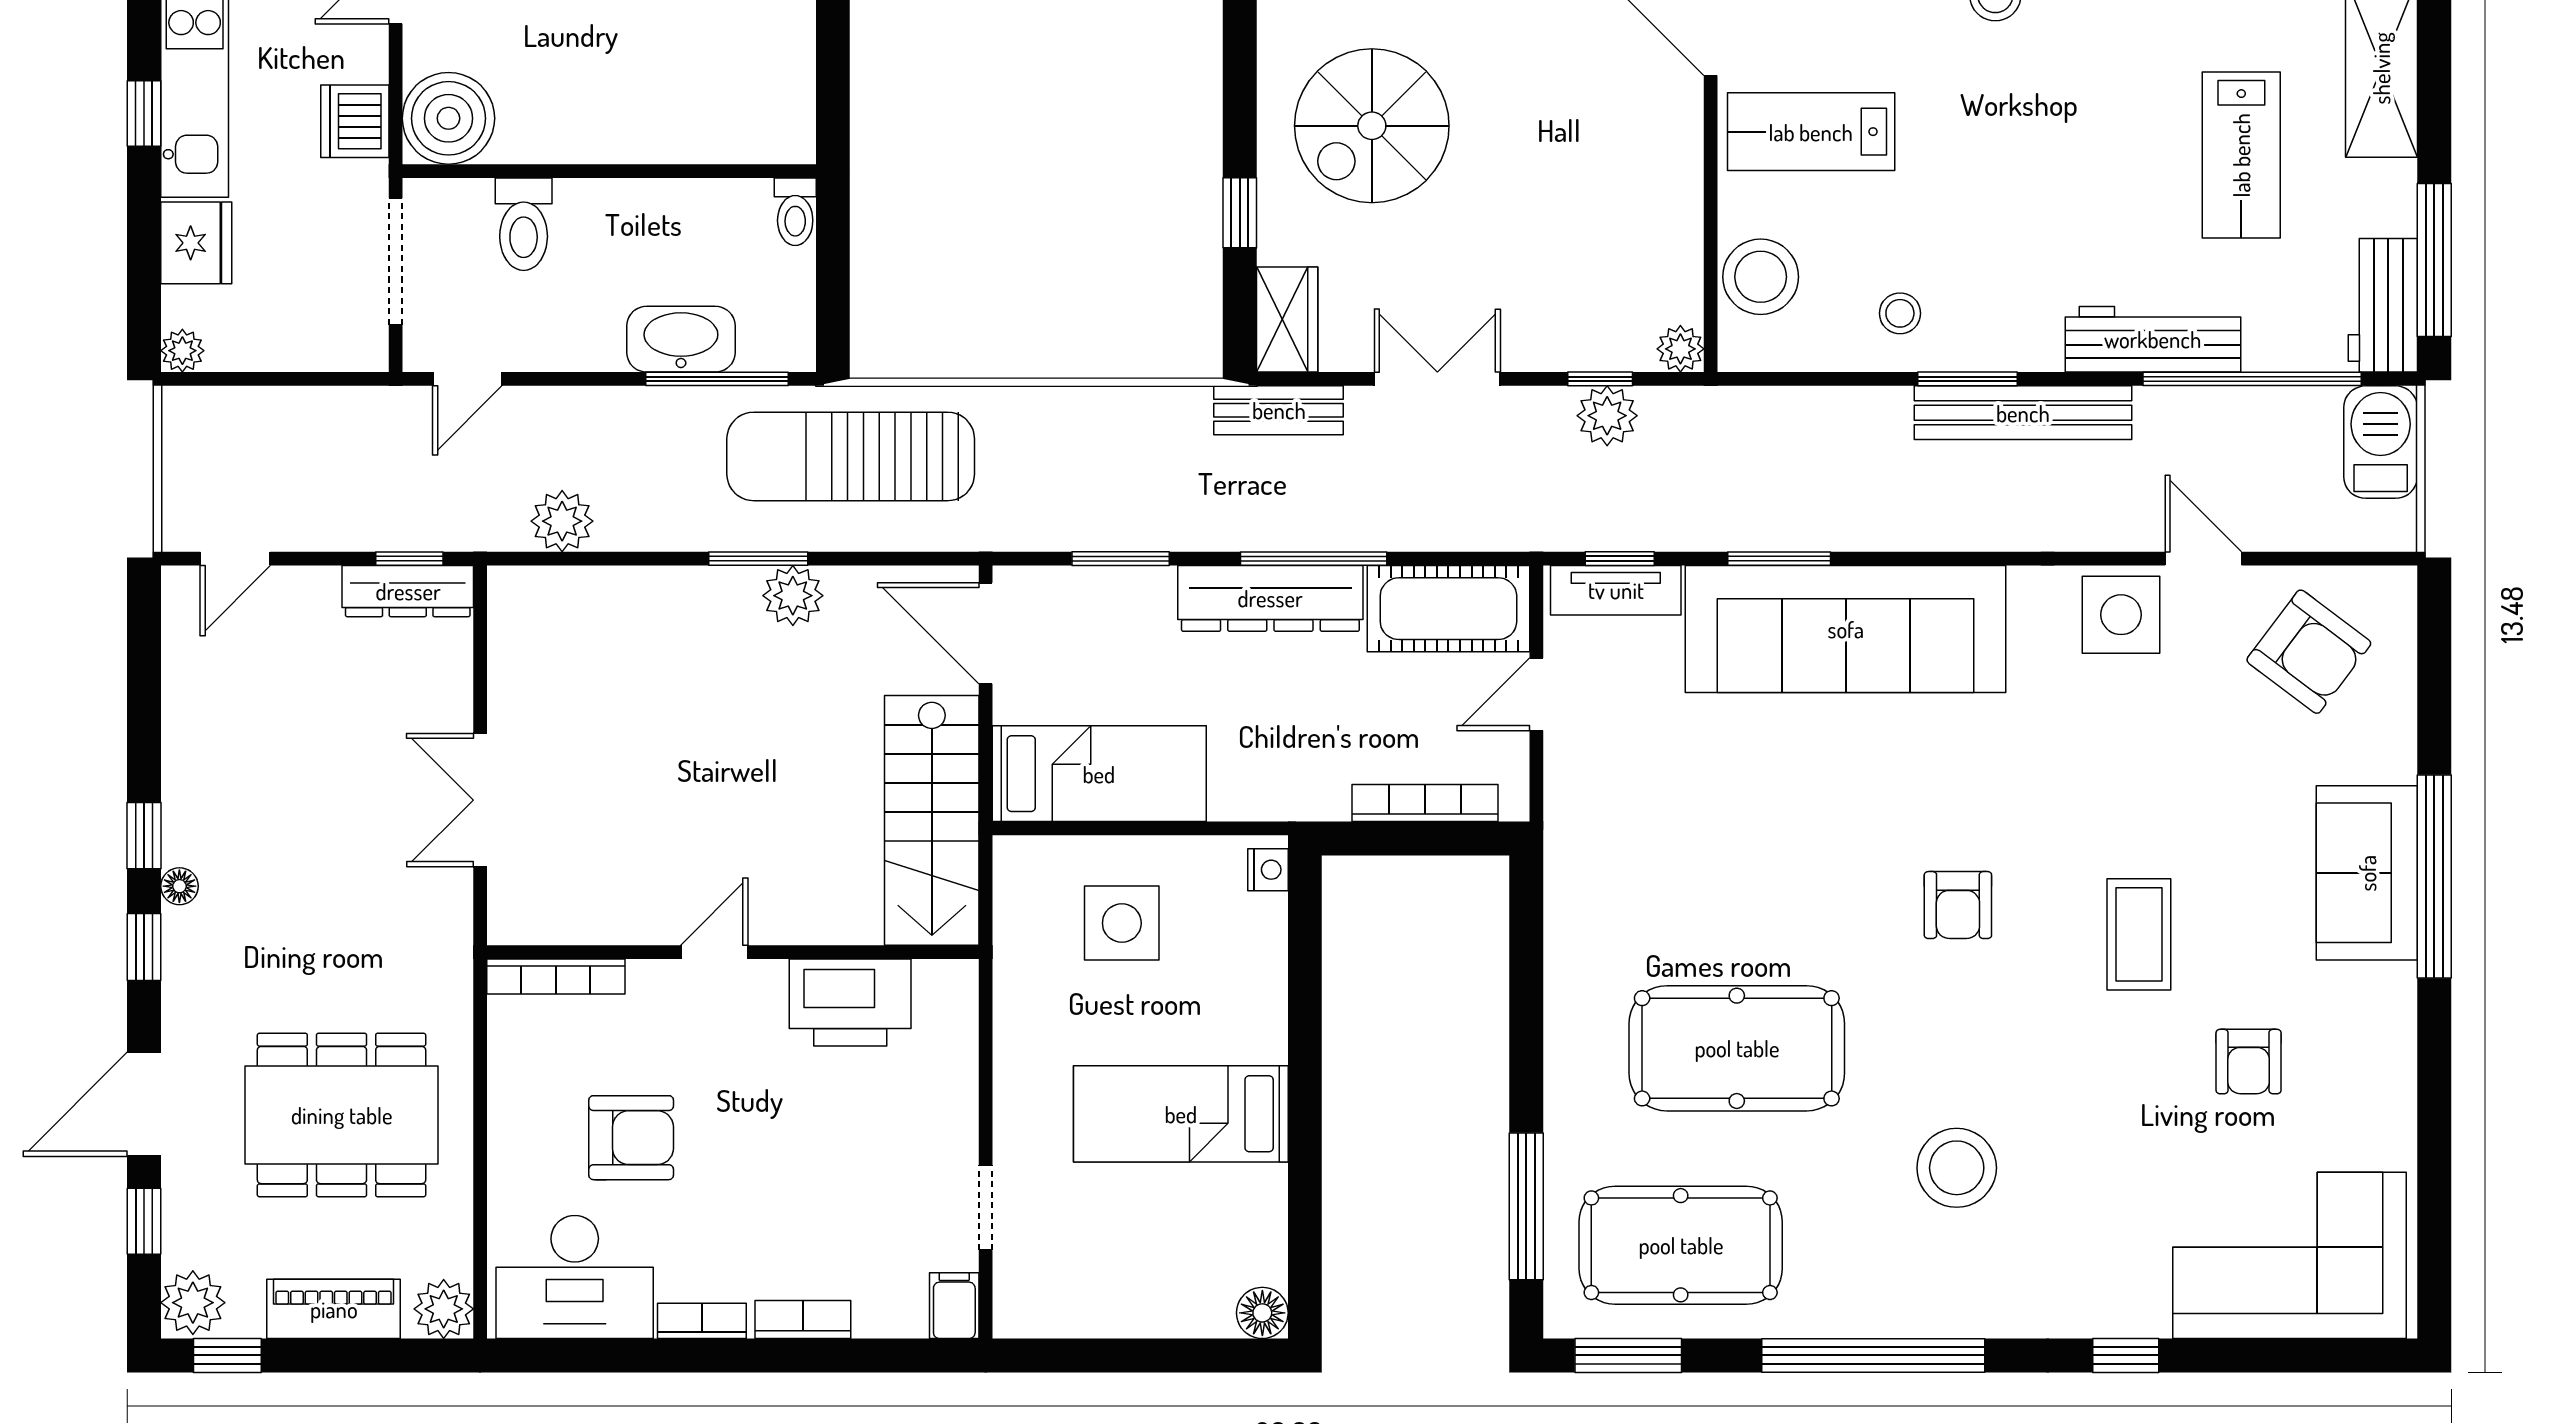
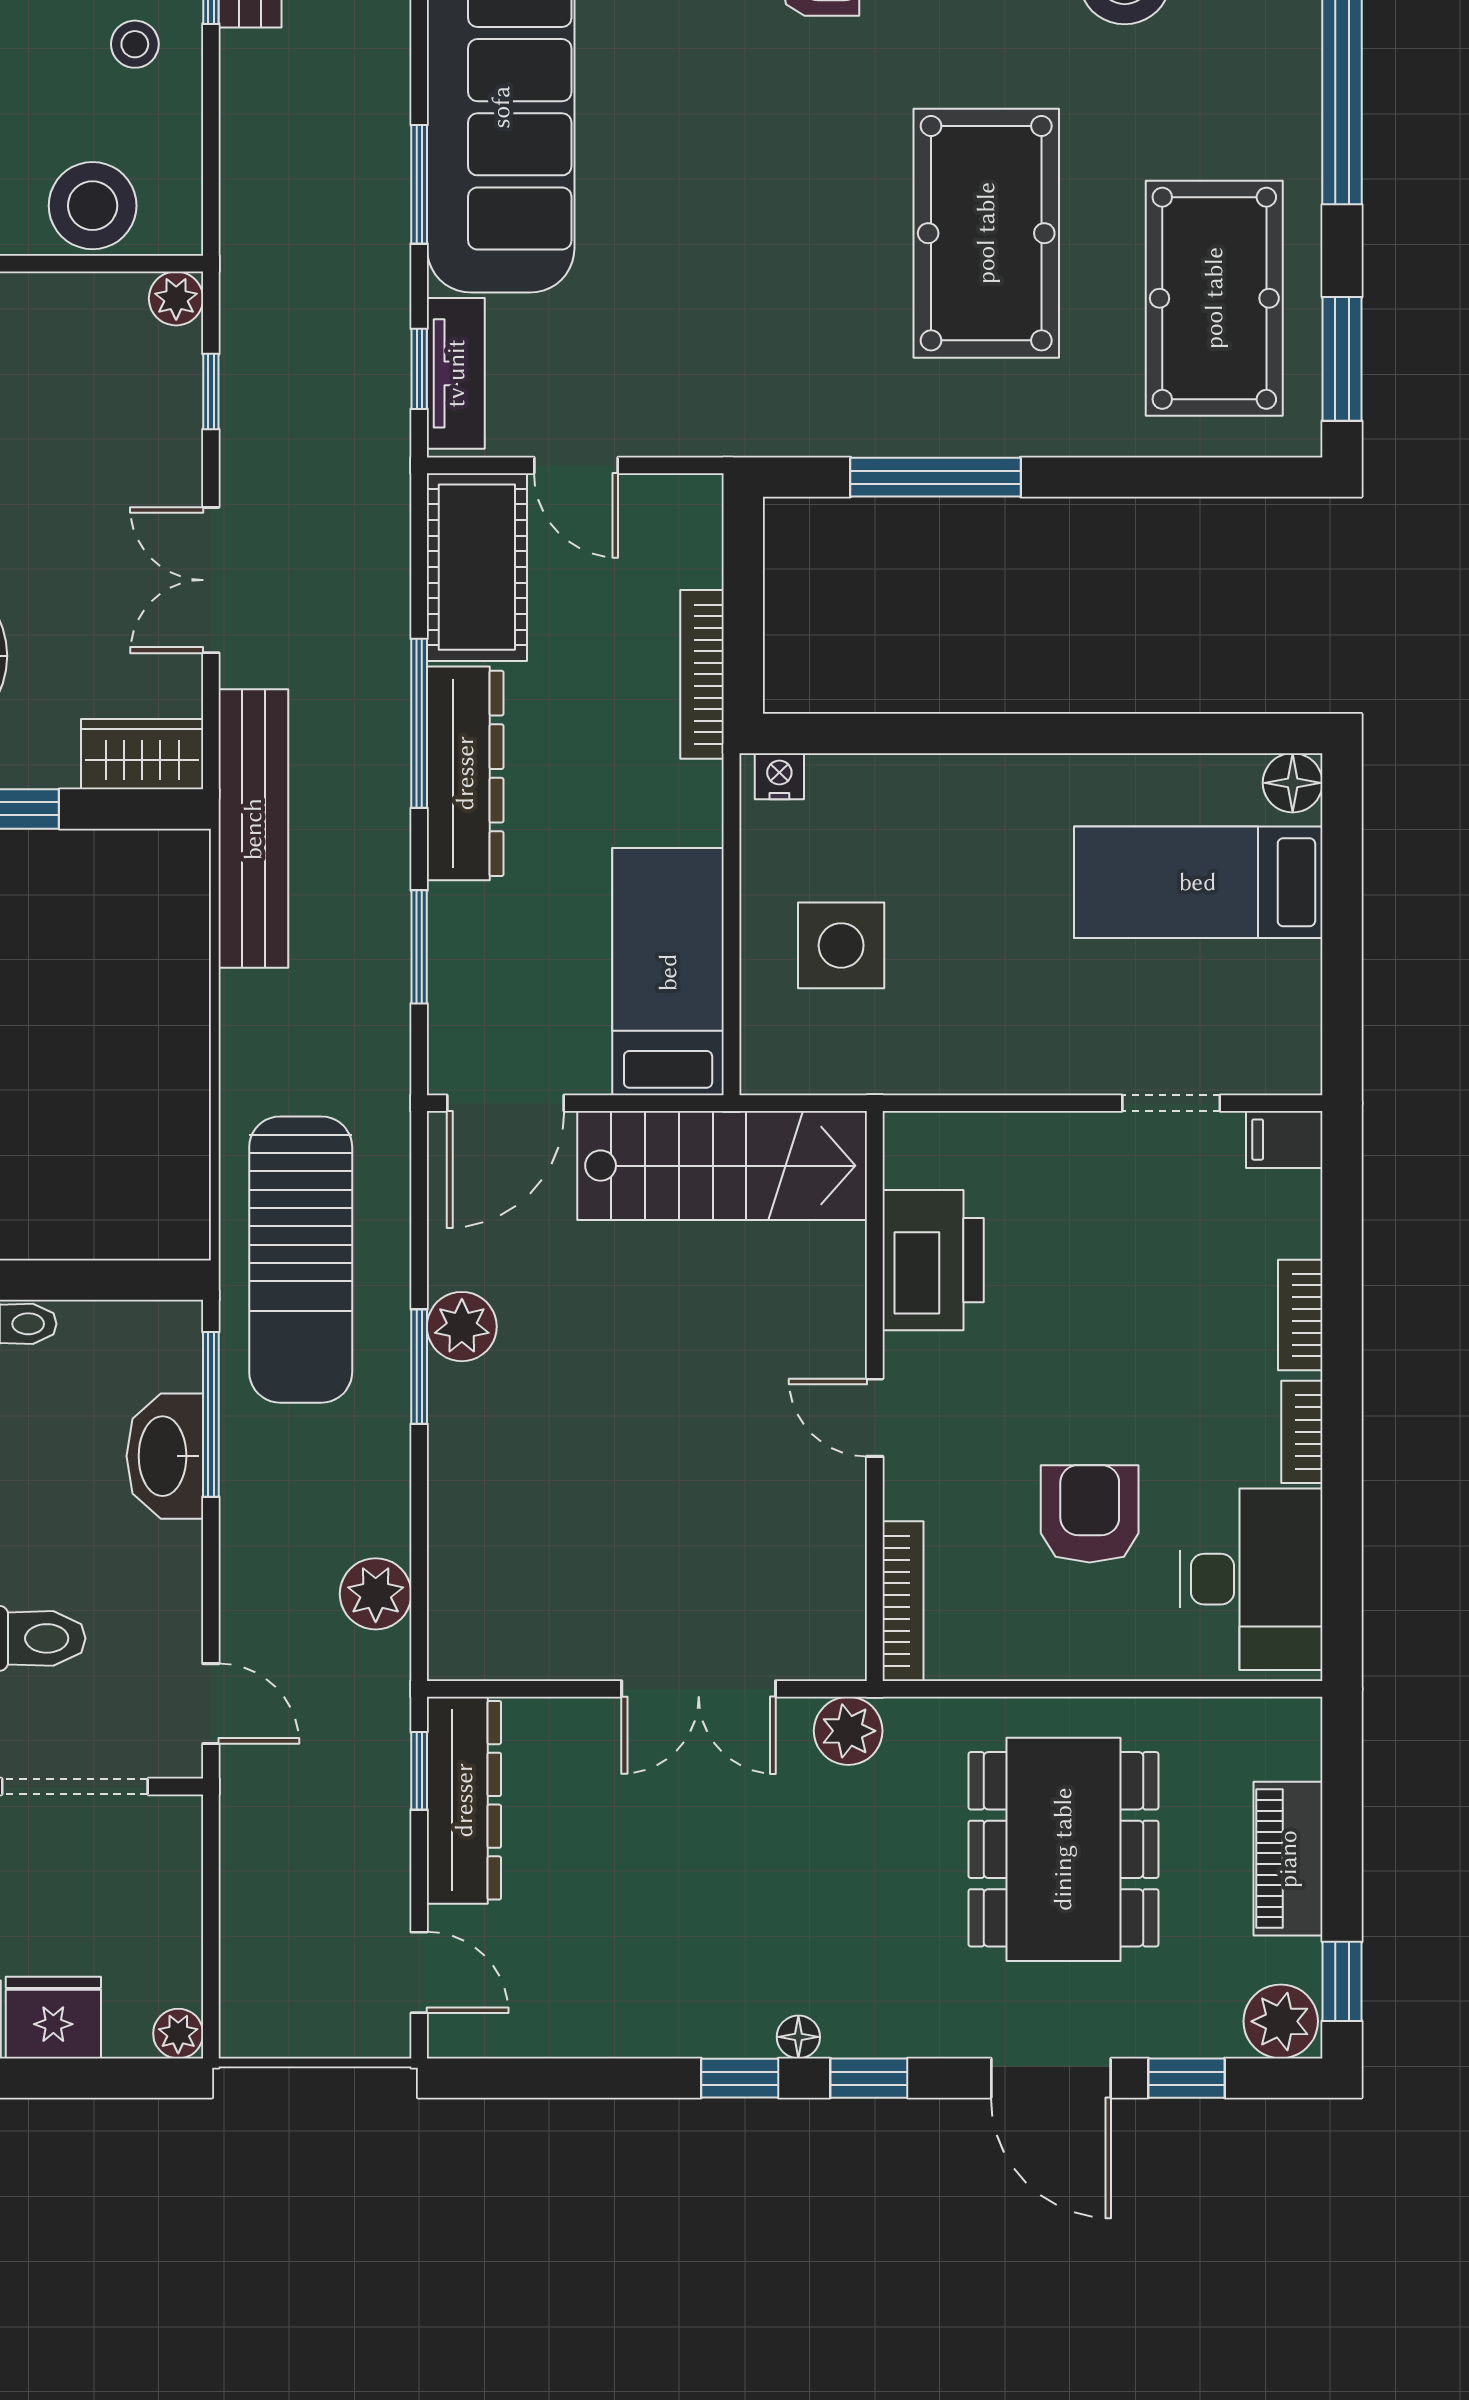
bench: (1279, 410) -> (253, 829), width x1.86, depth x1.21
plant: (1607, 416) -> (254, 383), removed
dresser: (408, 591) -> (464, 1800), width x1.37, depth x1.24
bookcase: (1425, 803) -> (702, 674), moved
bed: (1181, 1114) -> (1198, 882), moved, turned 90
window: (1526, 1206) -> (935, 477), moved
plant: (444, 1309) -> (848, 1731), moved

